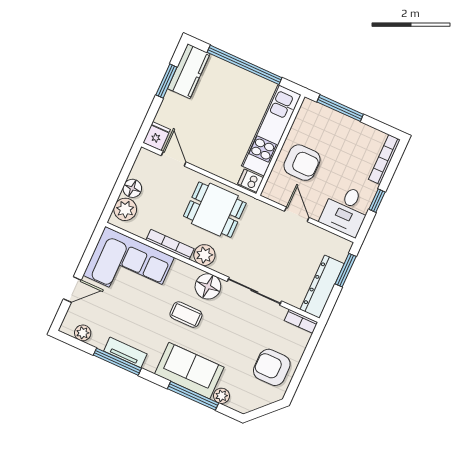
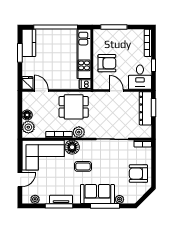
floor lamp: (208, 286) -> (72, 147), moved
dresser: (322, 287) -> (145, 108), moved

